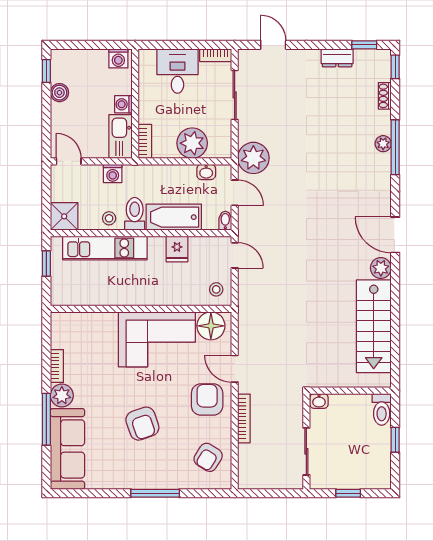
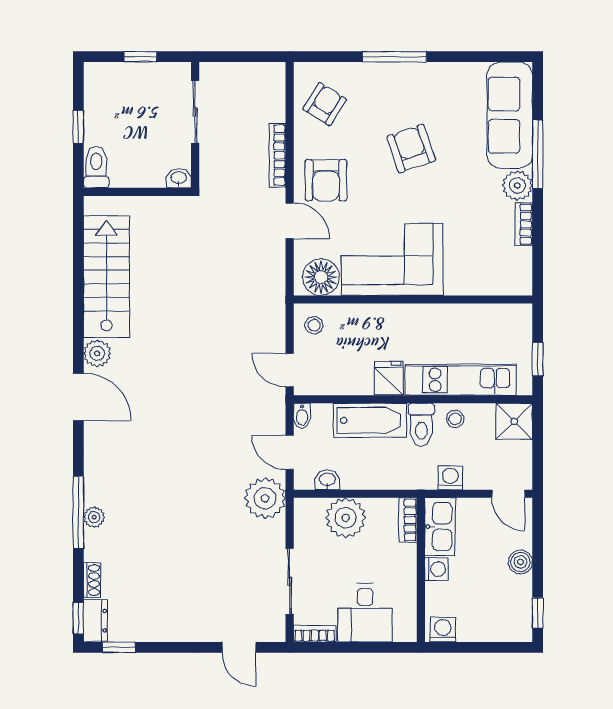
dresser: (337, 58) -> (95, 621), moved, turned 90
boiler: (59, 93) -> (520, 562), moved
fridge: (177, 249) -> (389, 378), moved

